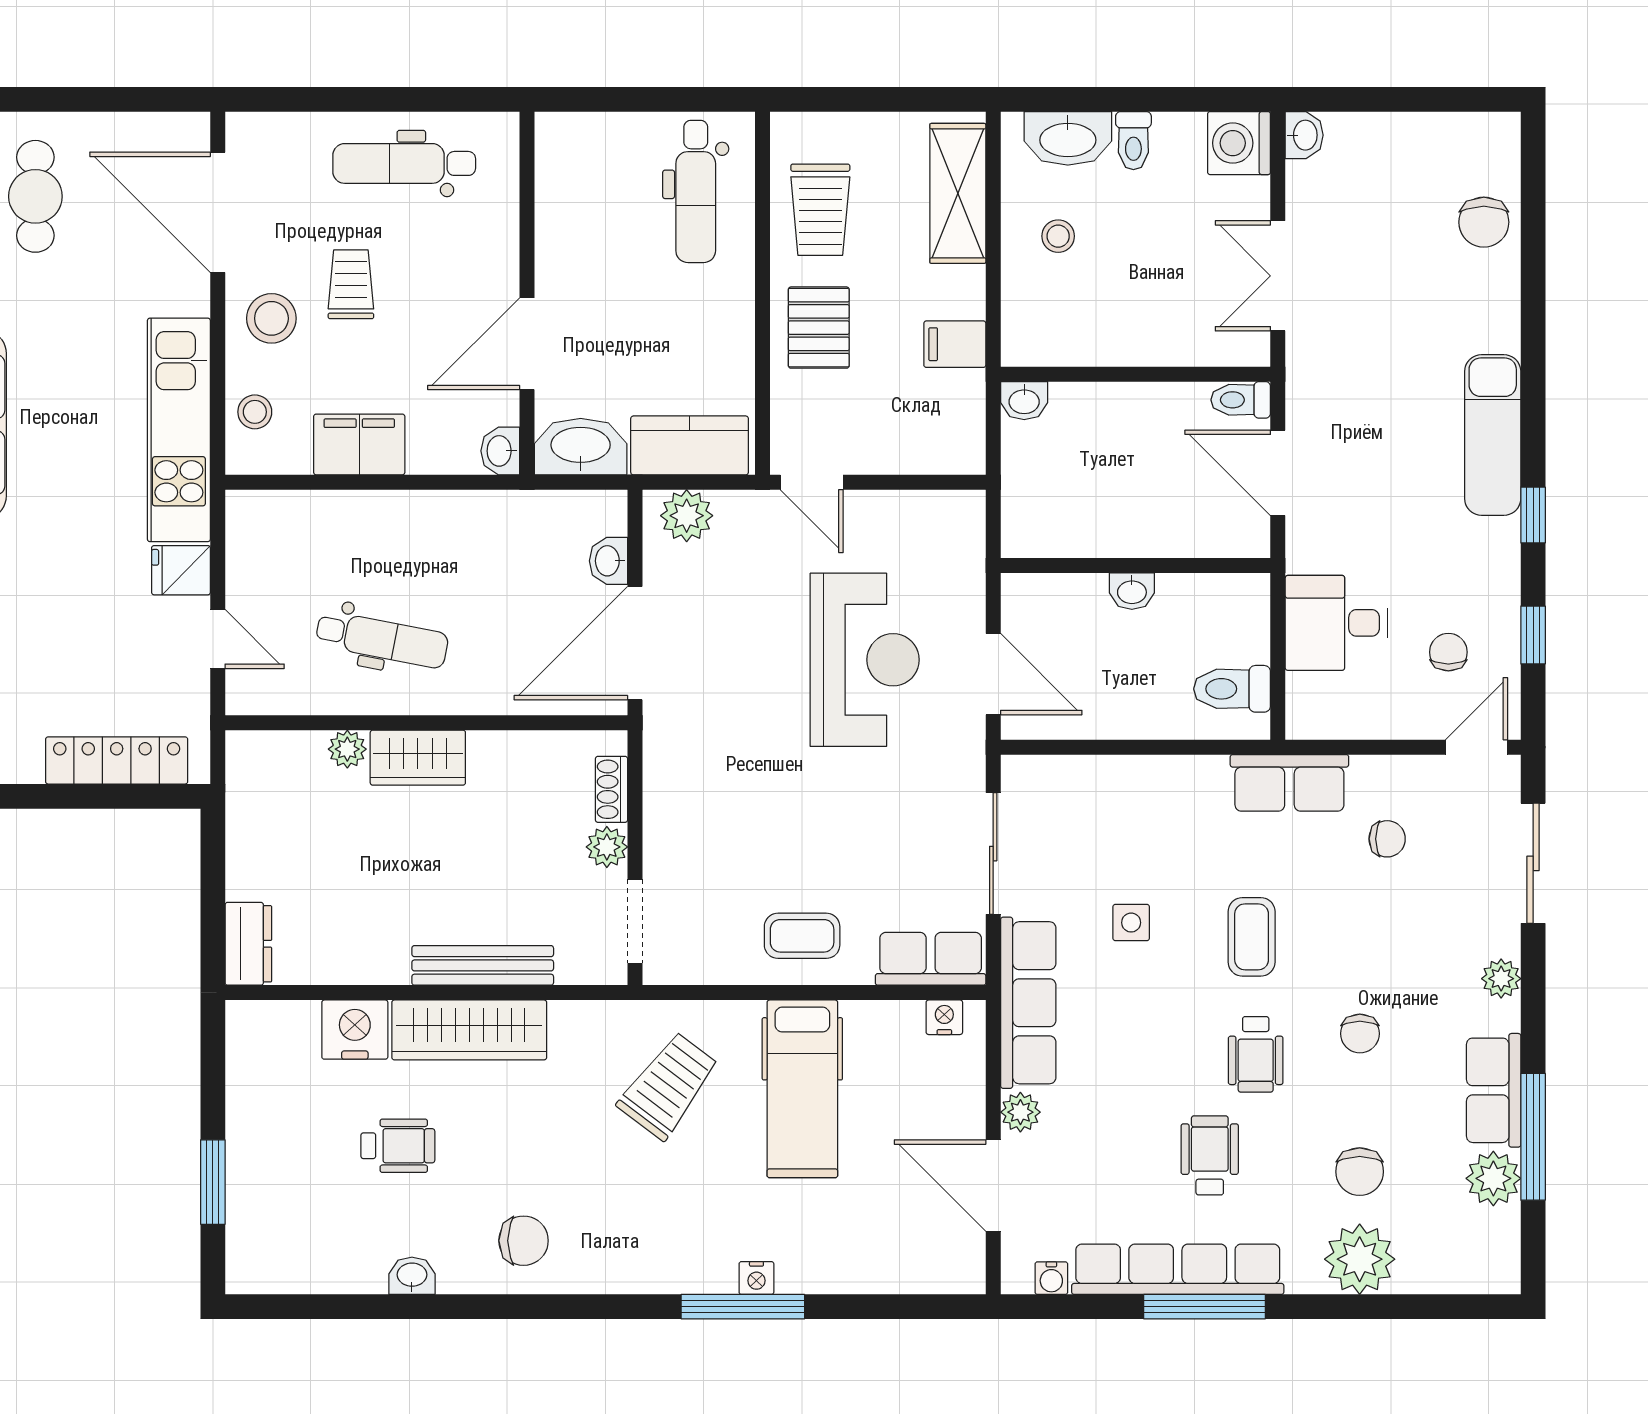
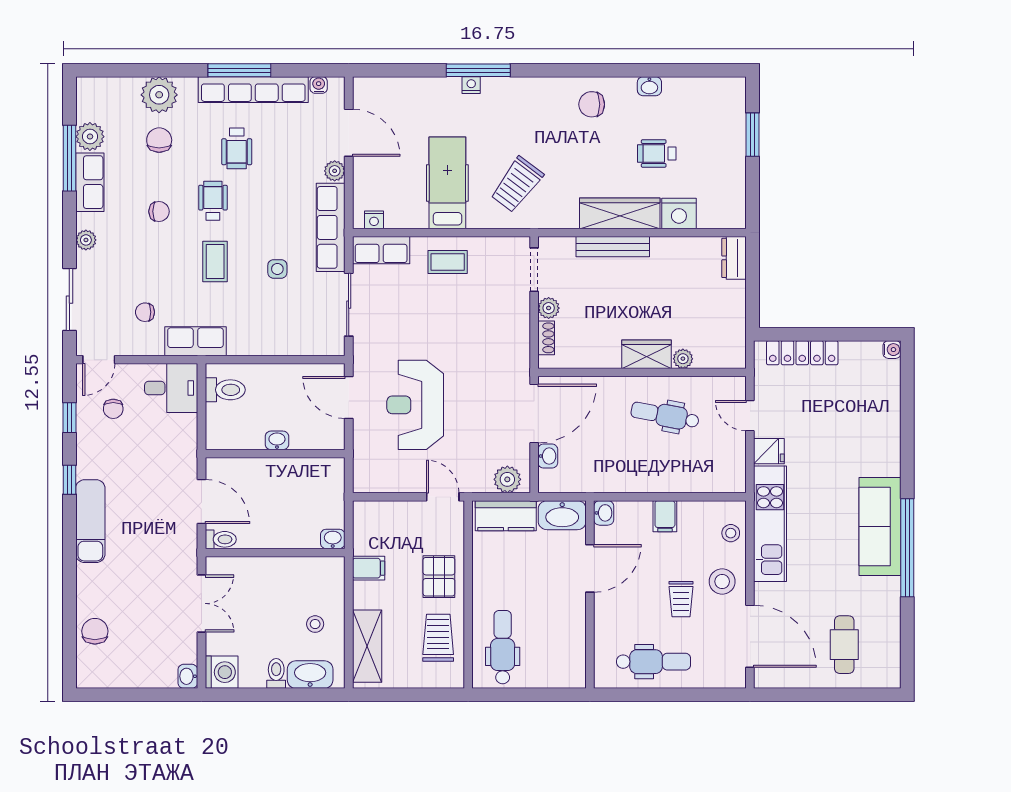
filing cabinet: (359, 444) -> (665, 516), width x0.50
desk: (1336, 623) -> (171, 388), moved
chair: (1360, 1034) -> (159, 211), turned 90

